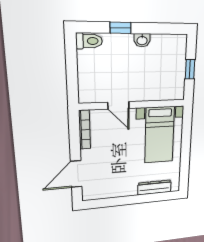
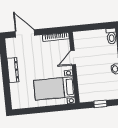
dresser: (154, 187) -> (13, 70), moved

